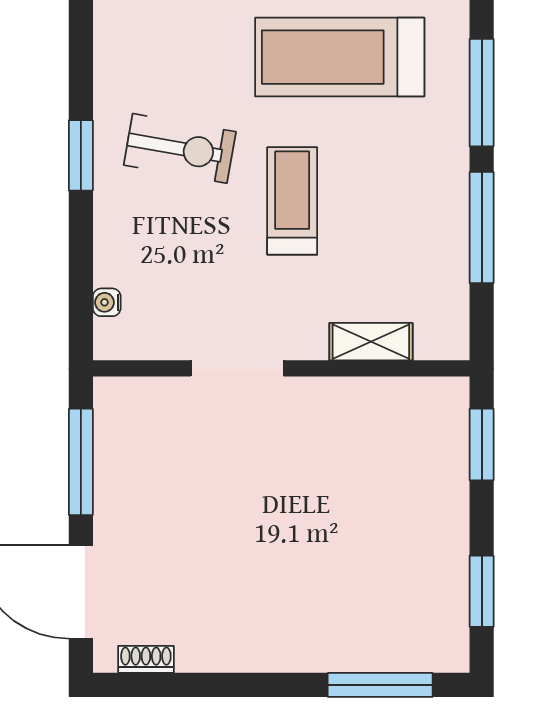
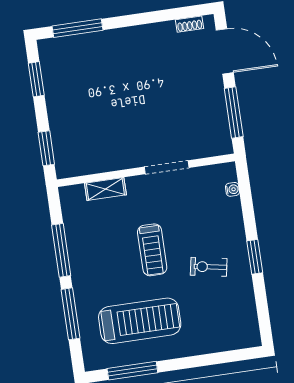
exercise bike: (180, 148) -> (209, 267), width x0.73, depth x0.72

